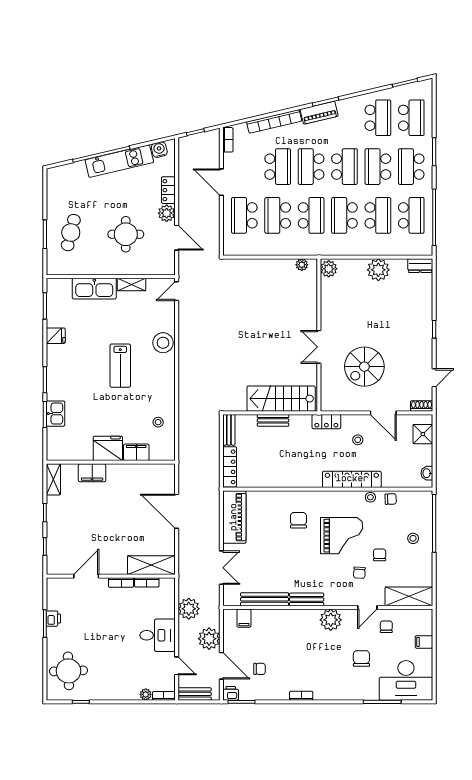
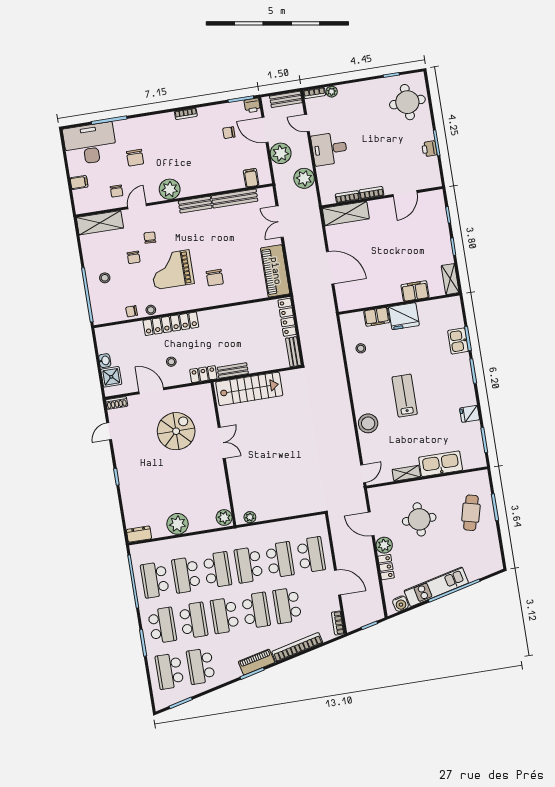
bench: (273, 420) -> (233, 371), moved
washbasin: (427, 473) -> (105, 361), moved

